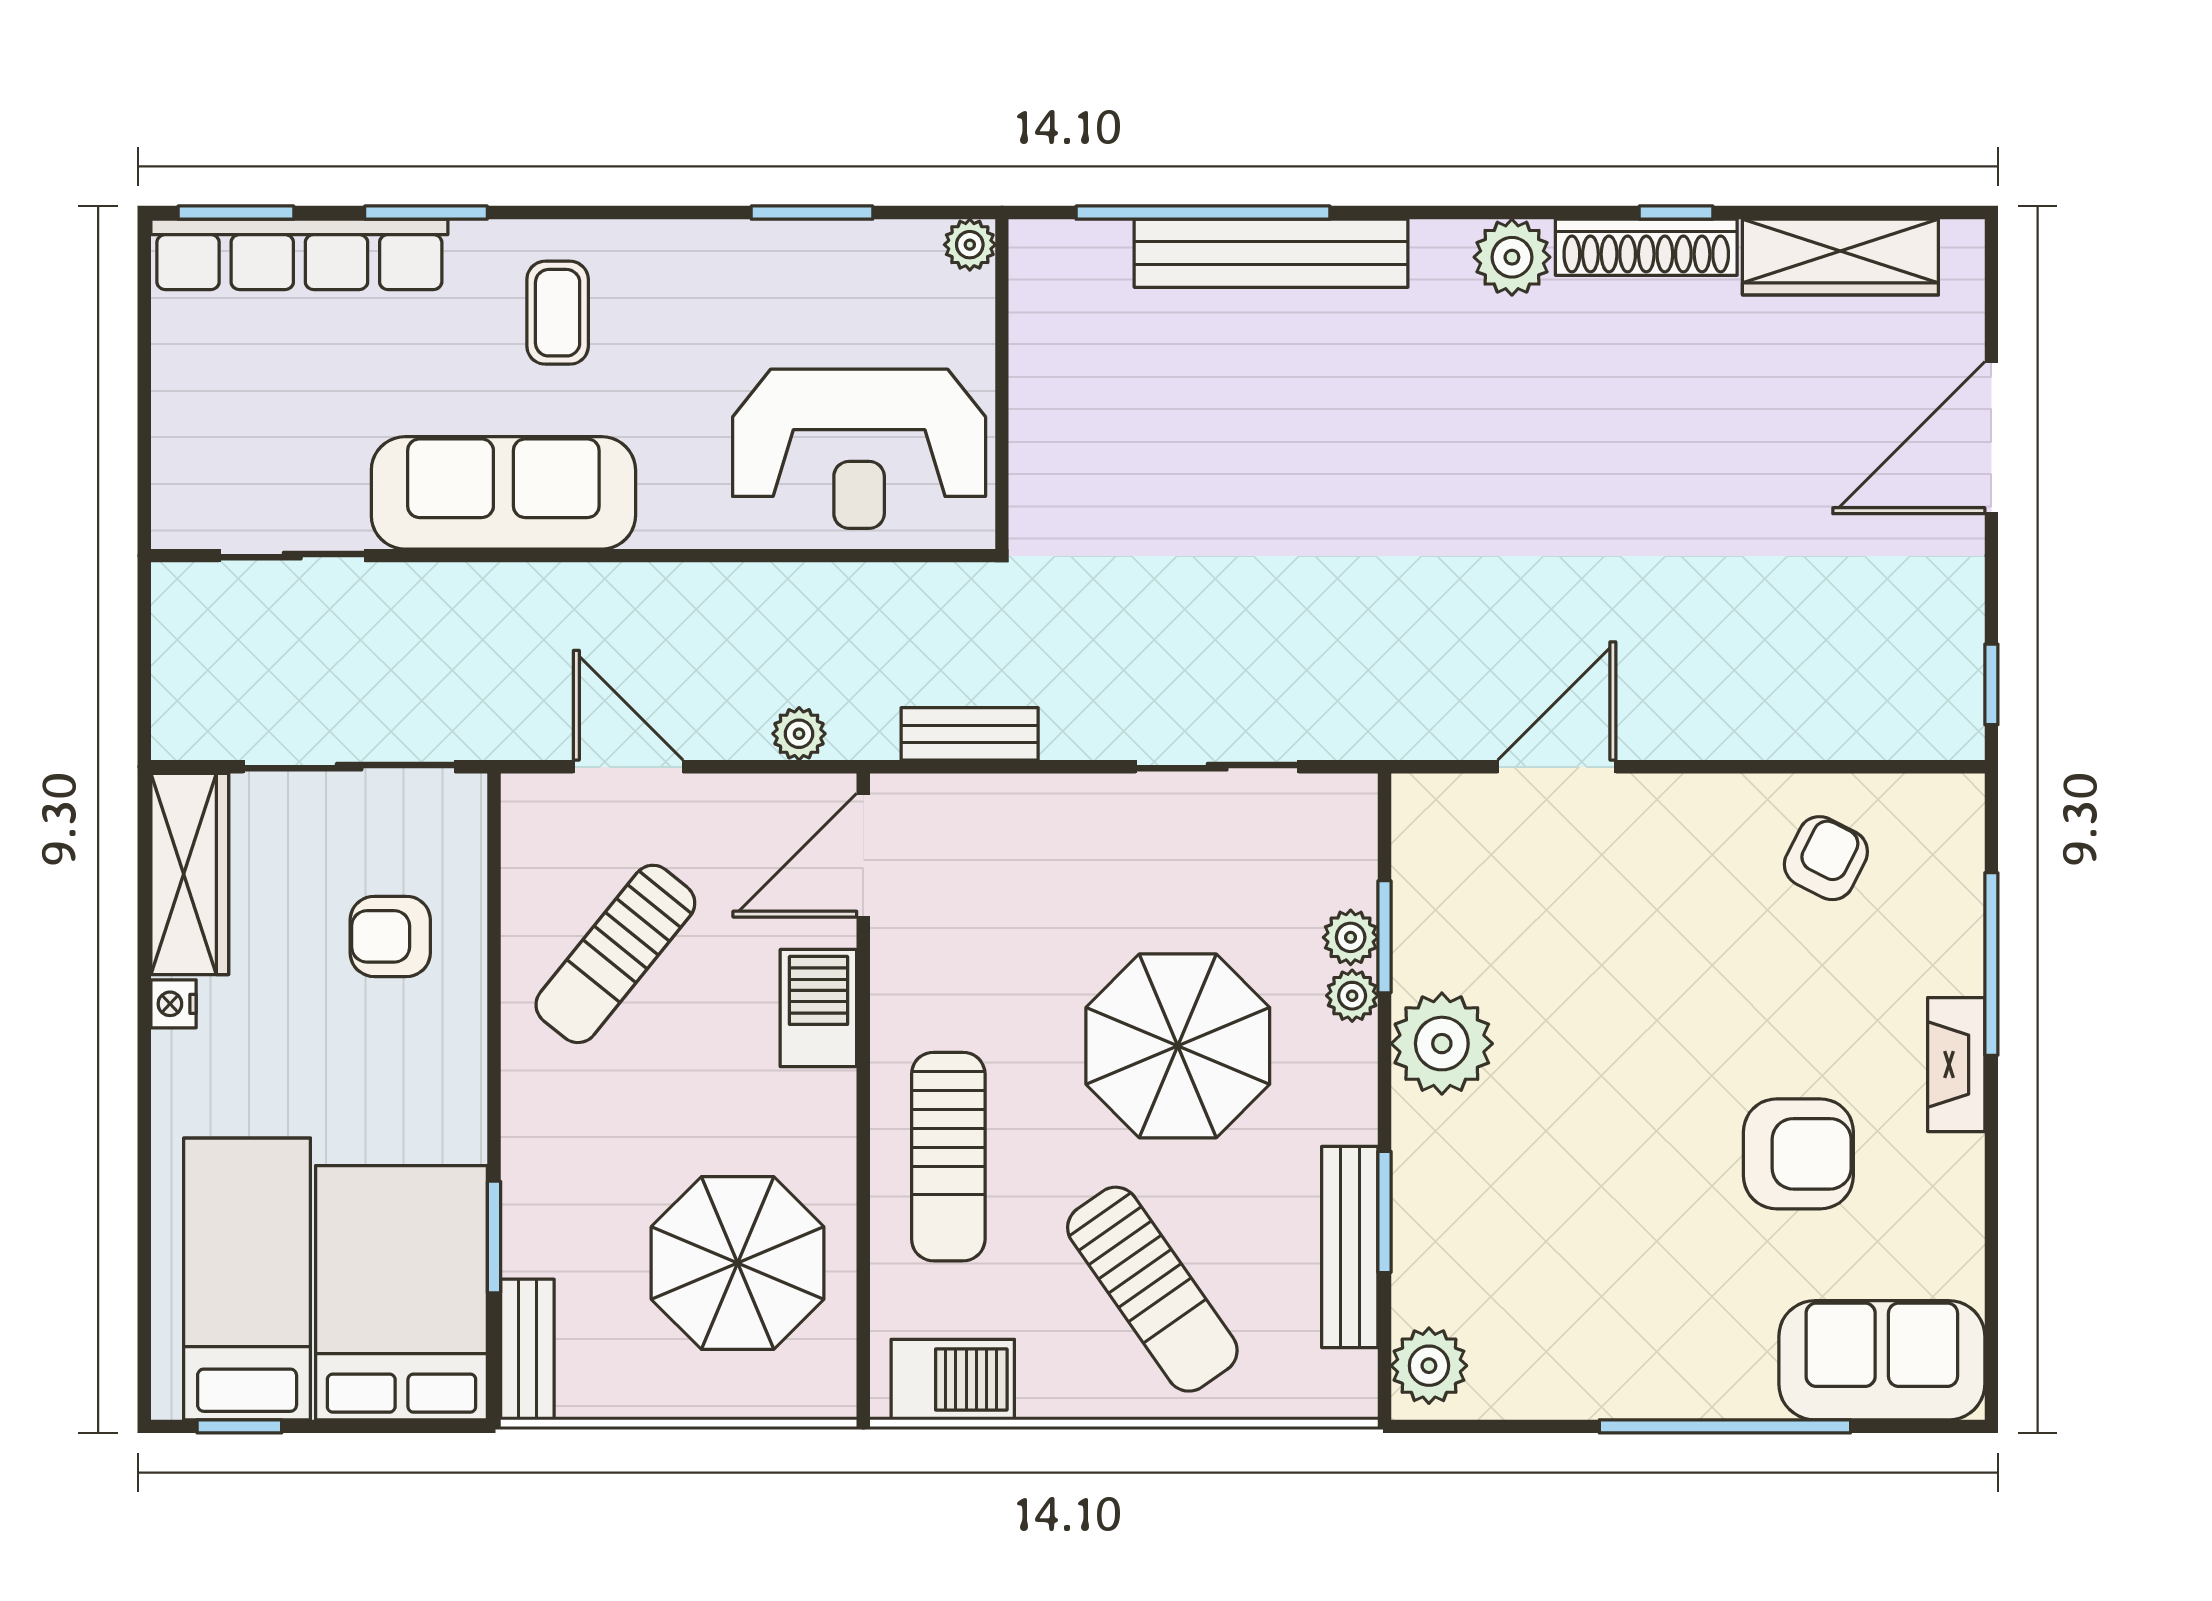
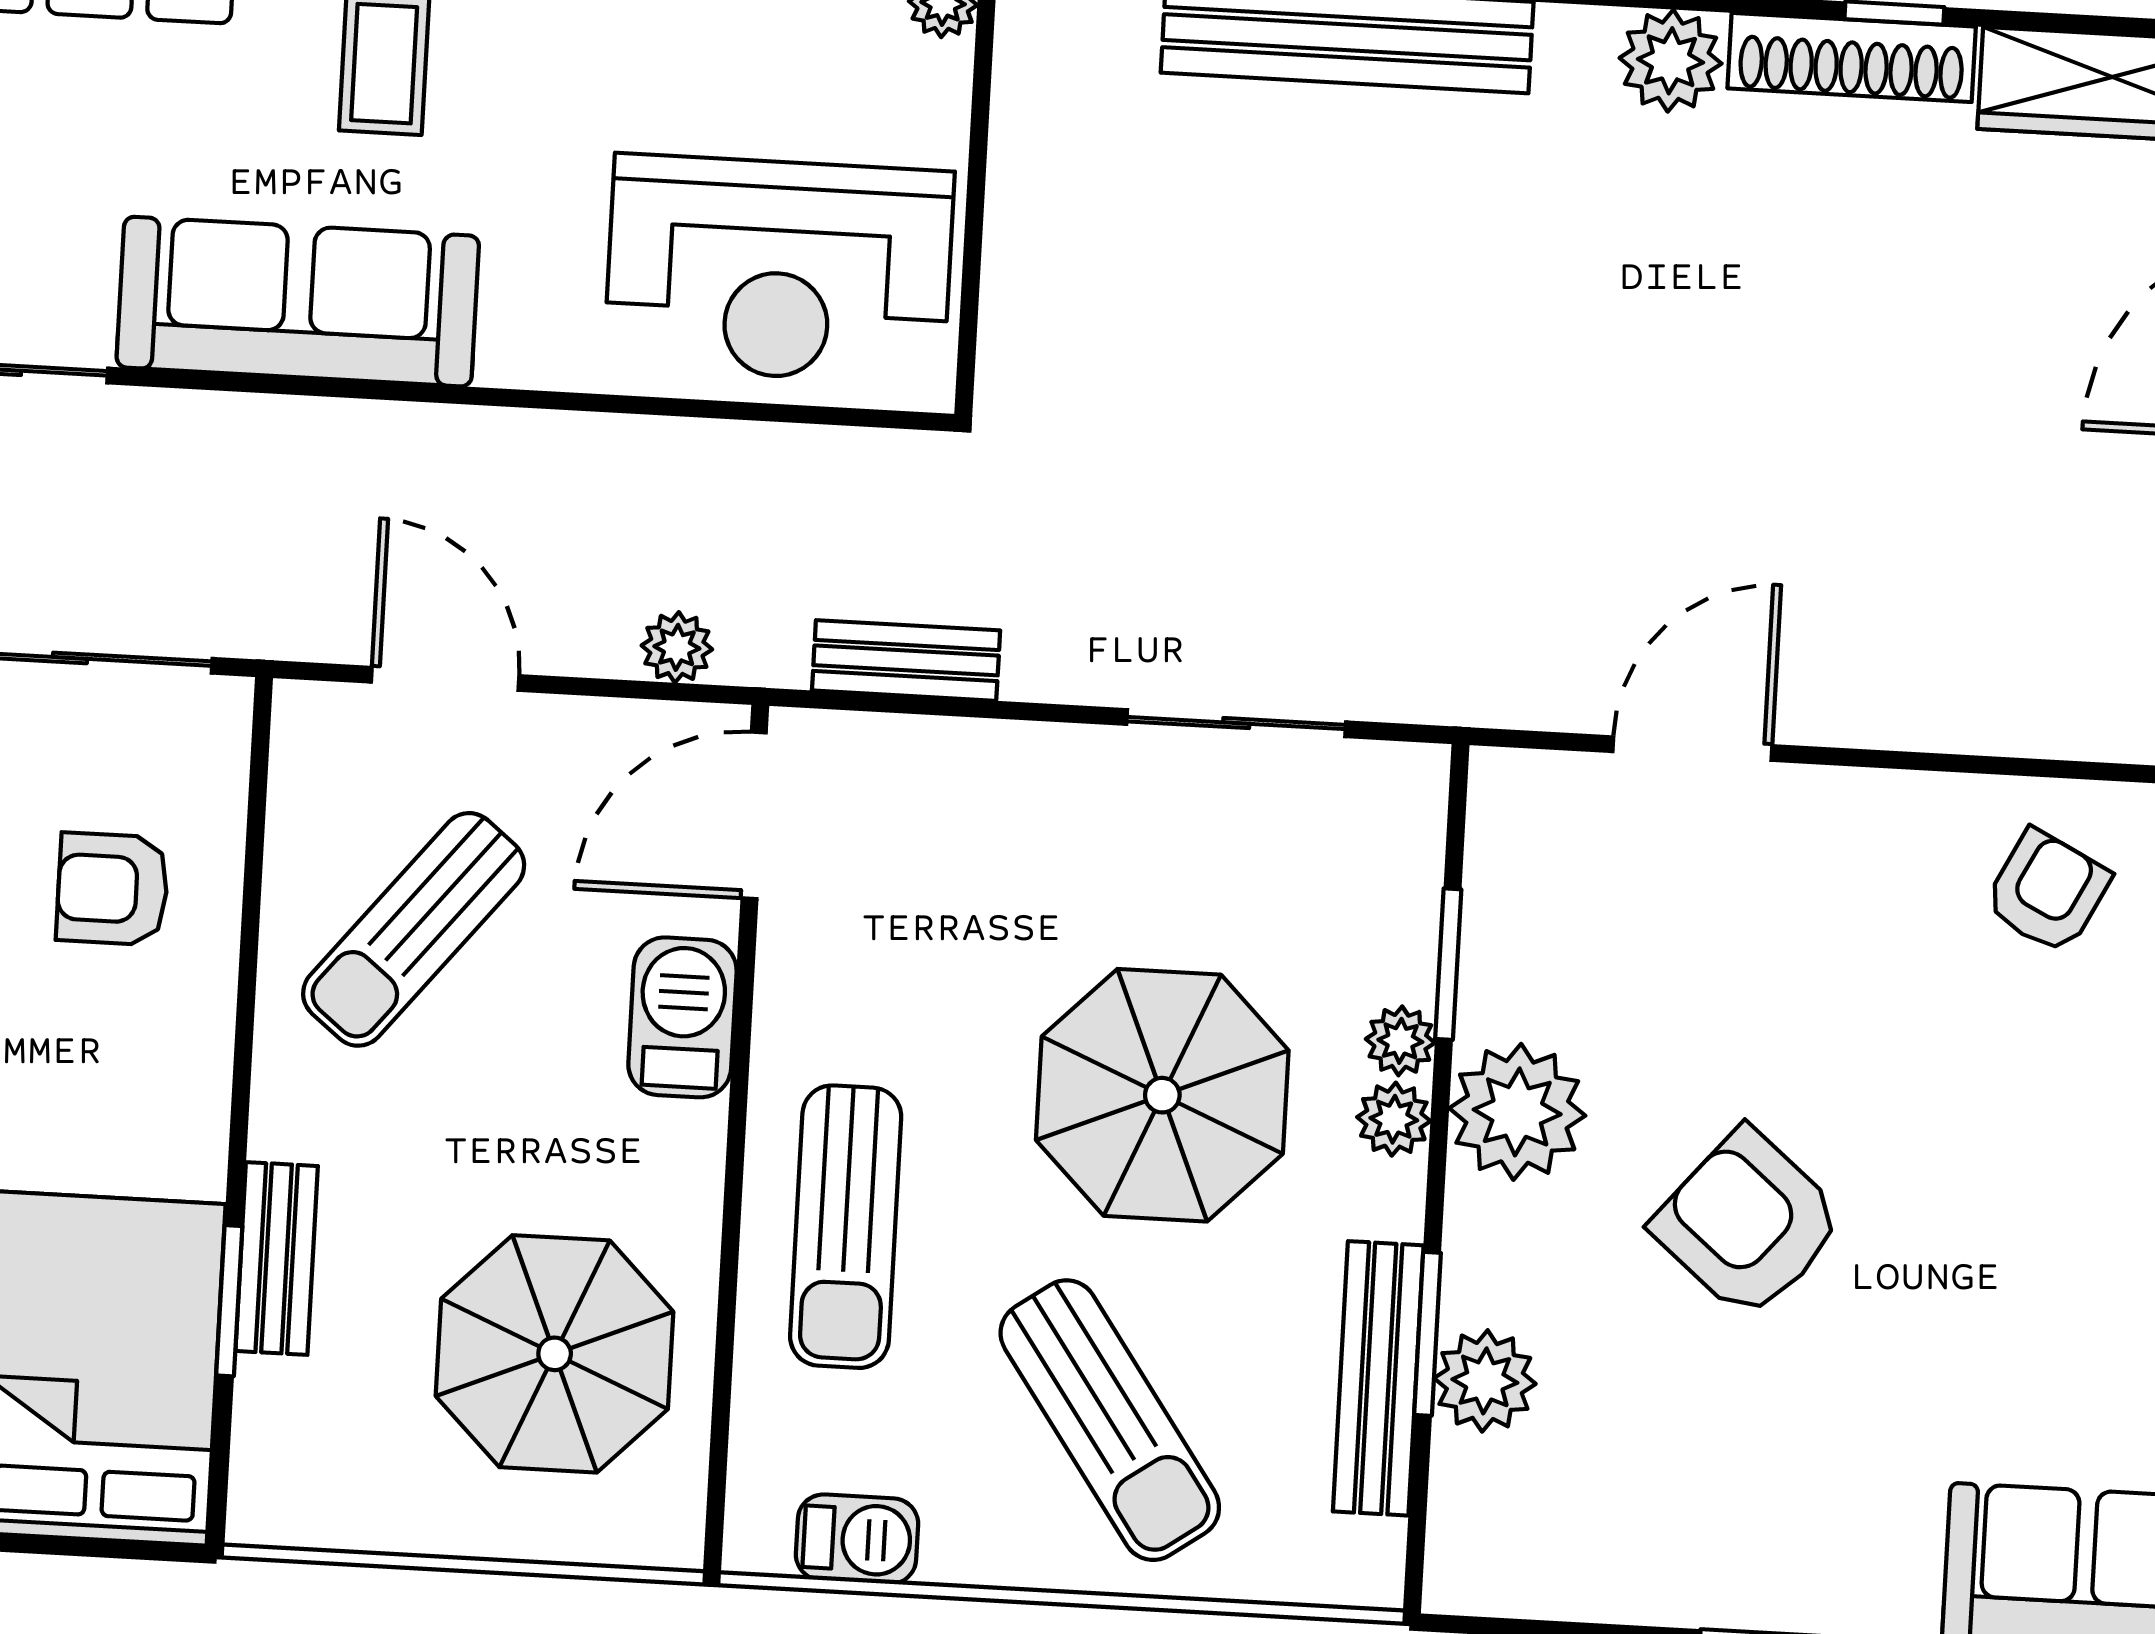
plant: (1351, 937) -> (1394, 1119), moved
armchair: (1798, 1154) -> (1748, 1224), moved, turned -140
bench: (527, 1349) -> (277, 1258), moved
plant: (1429, 1366) -> (1485, 1381), moved
barbecue: (953, 1380) -> (857, 1539), width x0.73, depth x0.79

